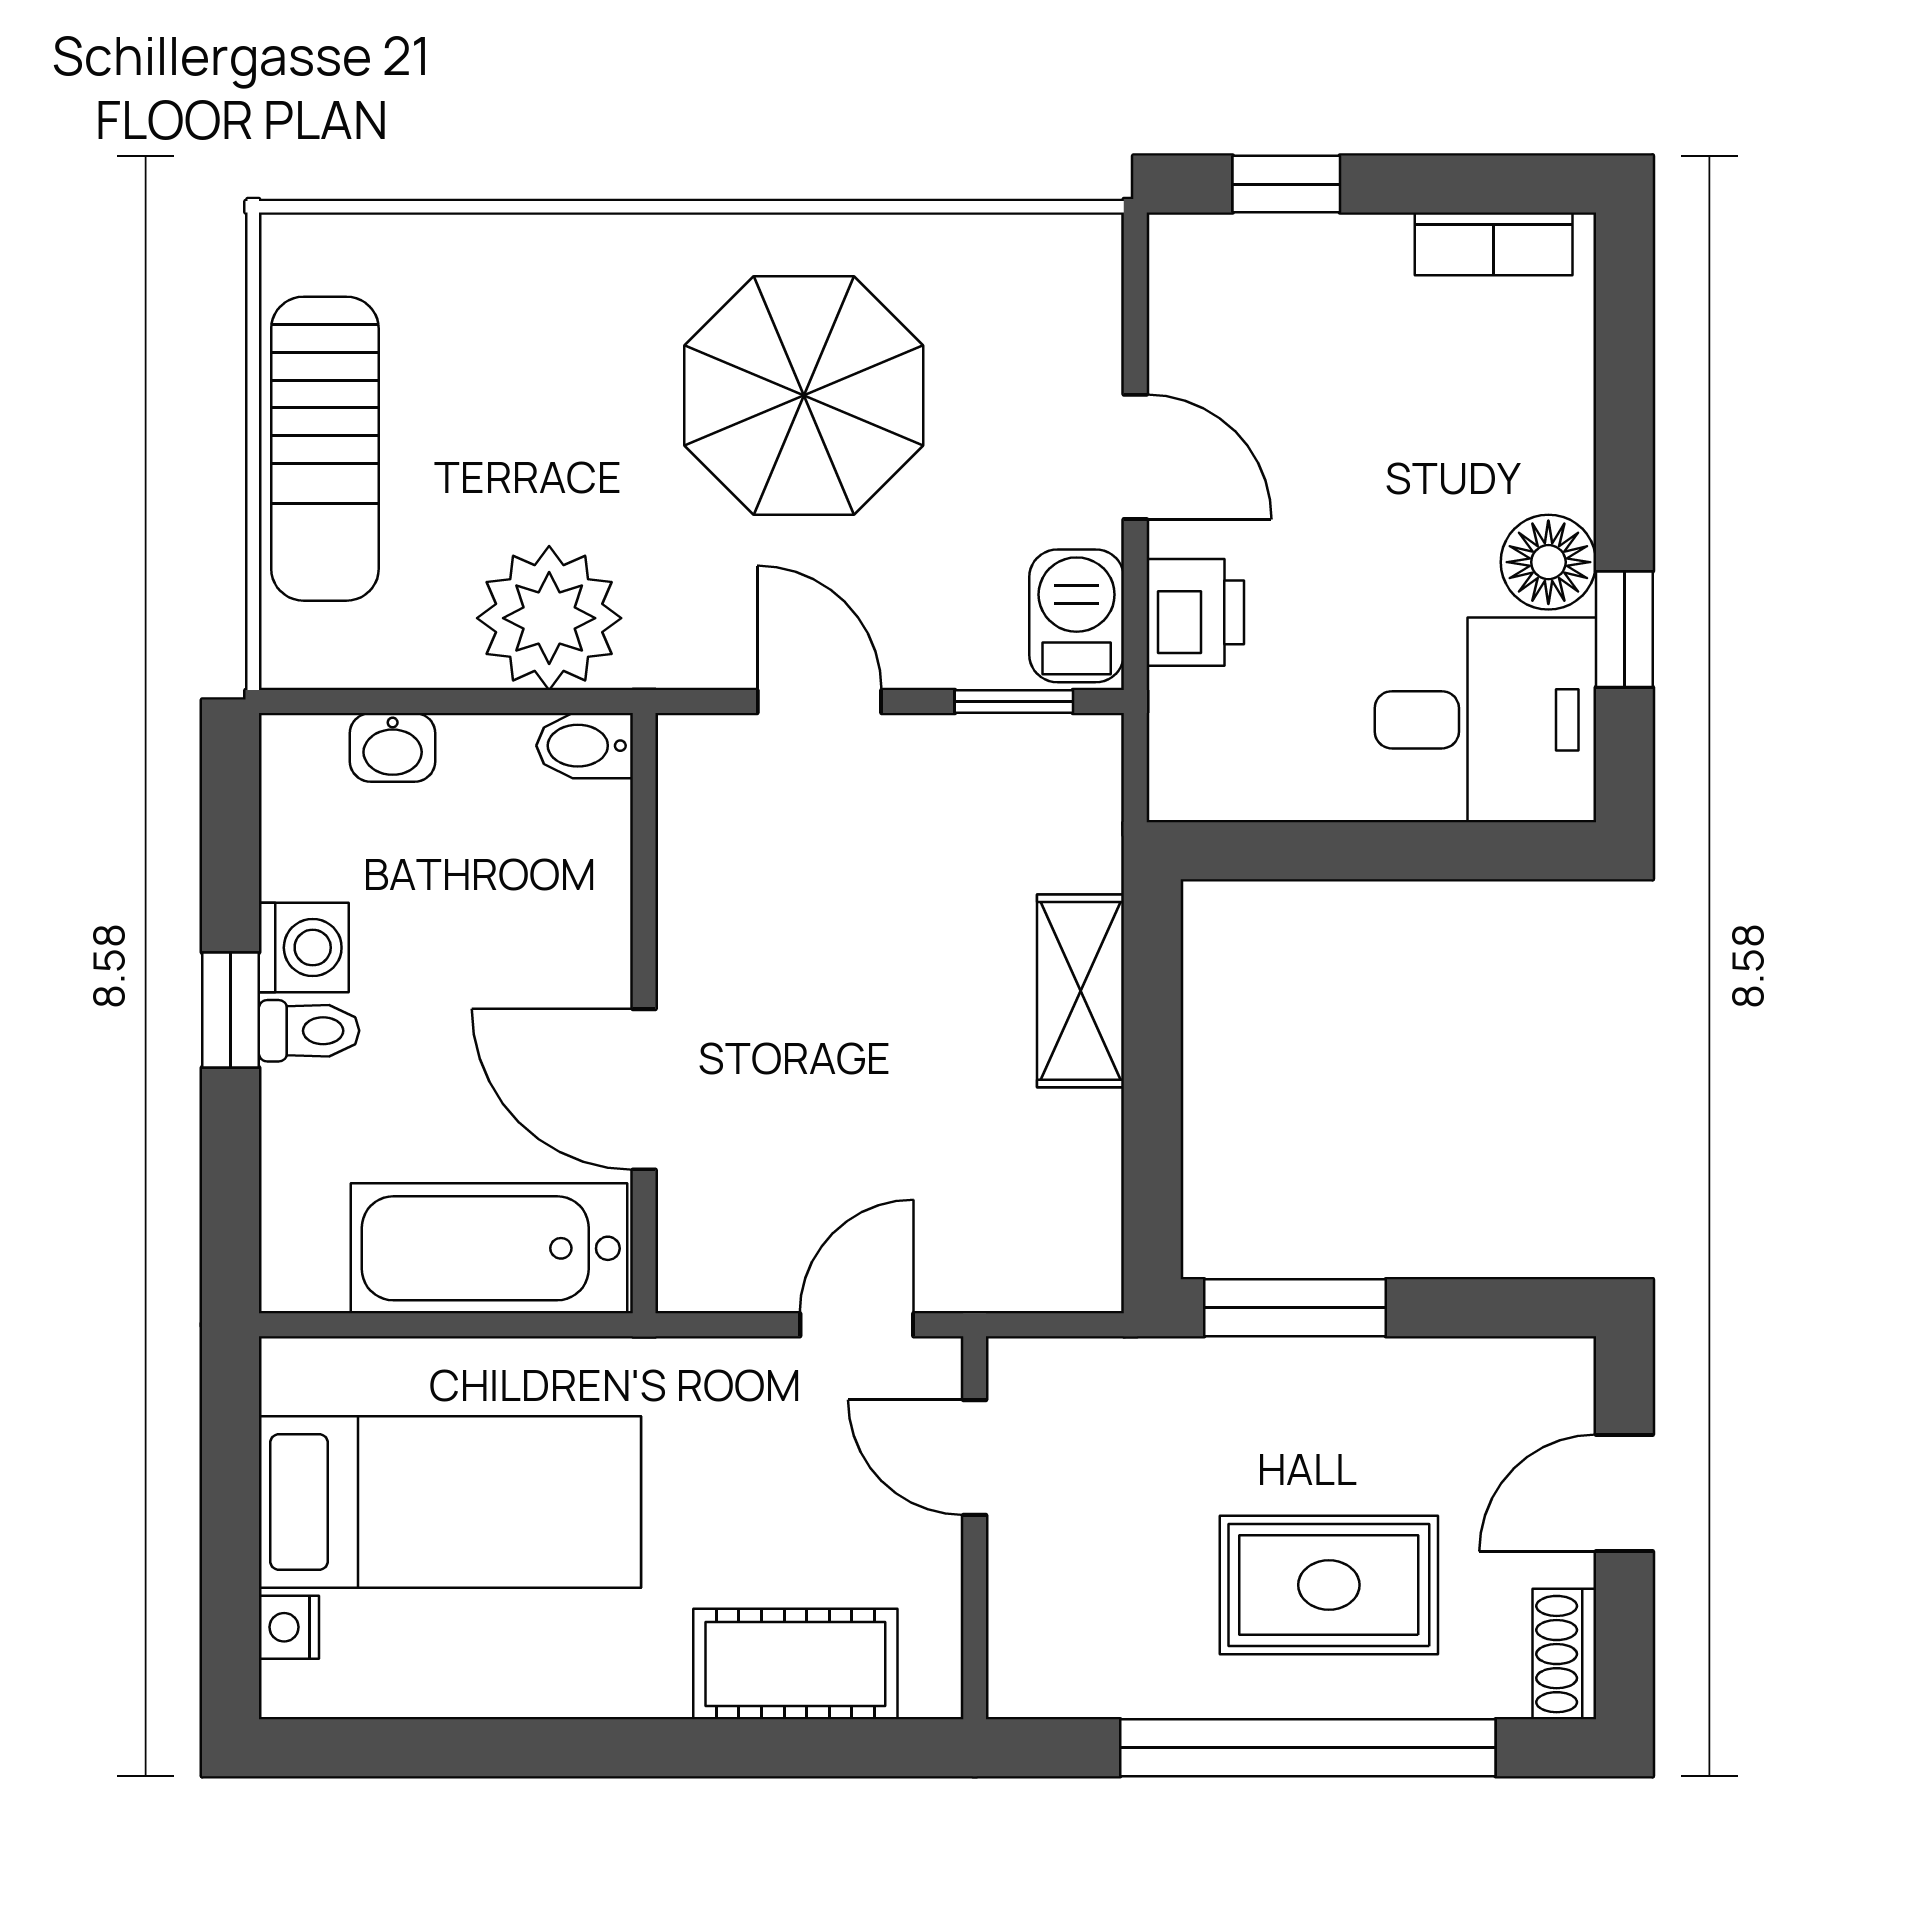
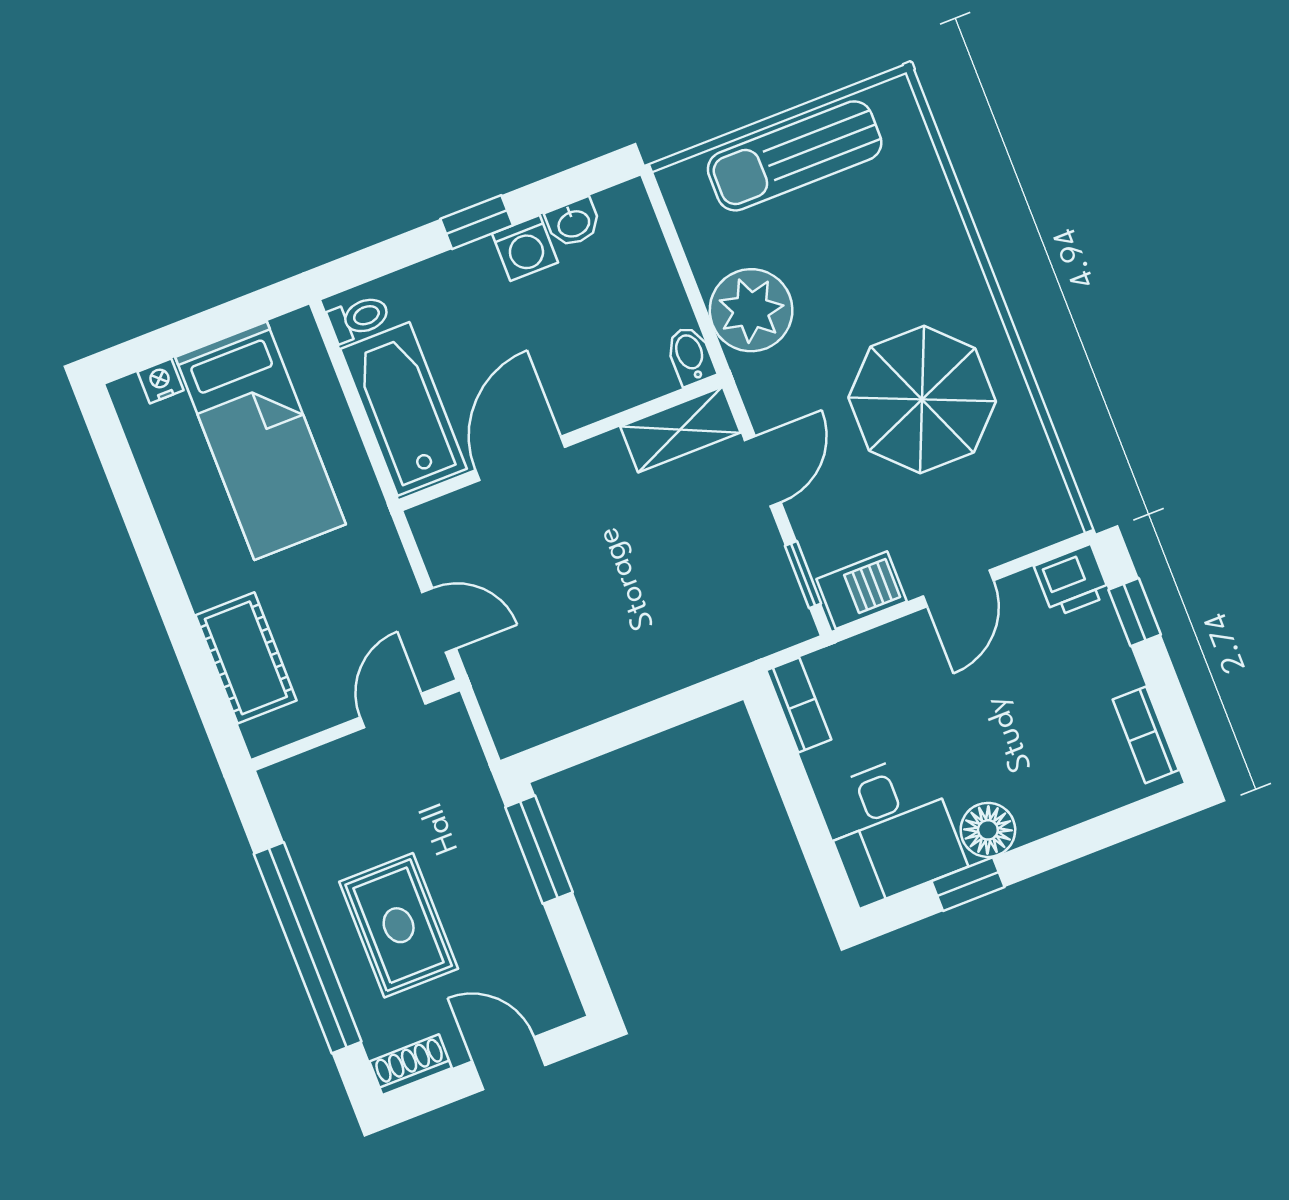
printer: (1195, 612) -> (1072, 581), moved
washbasin: (393, 747) -> (573, 223), moved, turned -90
bookcase: (1224, 791) -> (799, 705), added
shelving: (1080, 991) -> (680, 429), moved
toilet: (309, 1031) -> (359, 318), moved, turned -90

